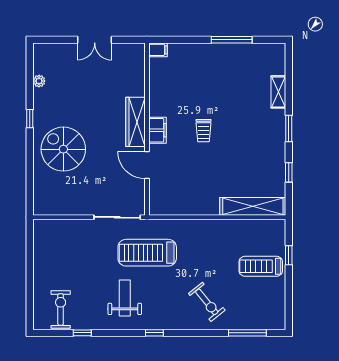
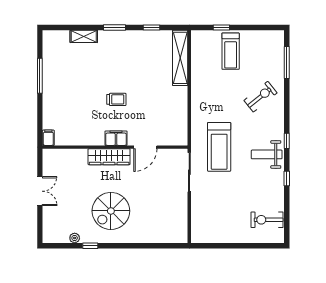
window: (30, 119) -> (90, 246), moved
spiral stairs: (63, 149) -> (111, 211), moved
weight bench: (125, 298) -> (267, 154), moved
window: (82, 333) -> (287, 179), moved

